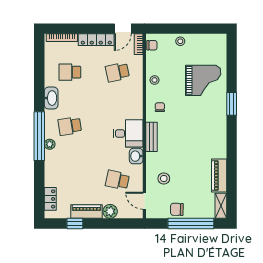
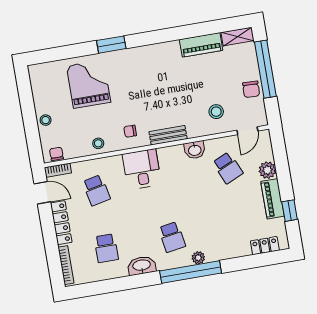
desk: (128, 133) -> (142, 169), moved
school desk: (117, 180) -> (228, 168), turned -36

